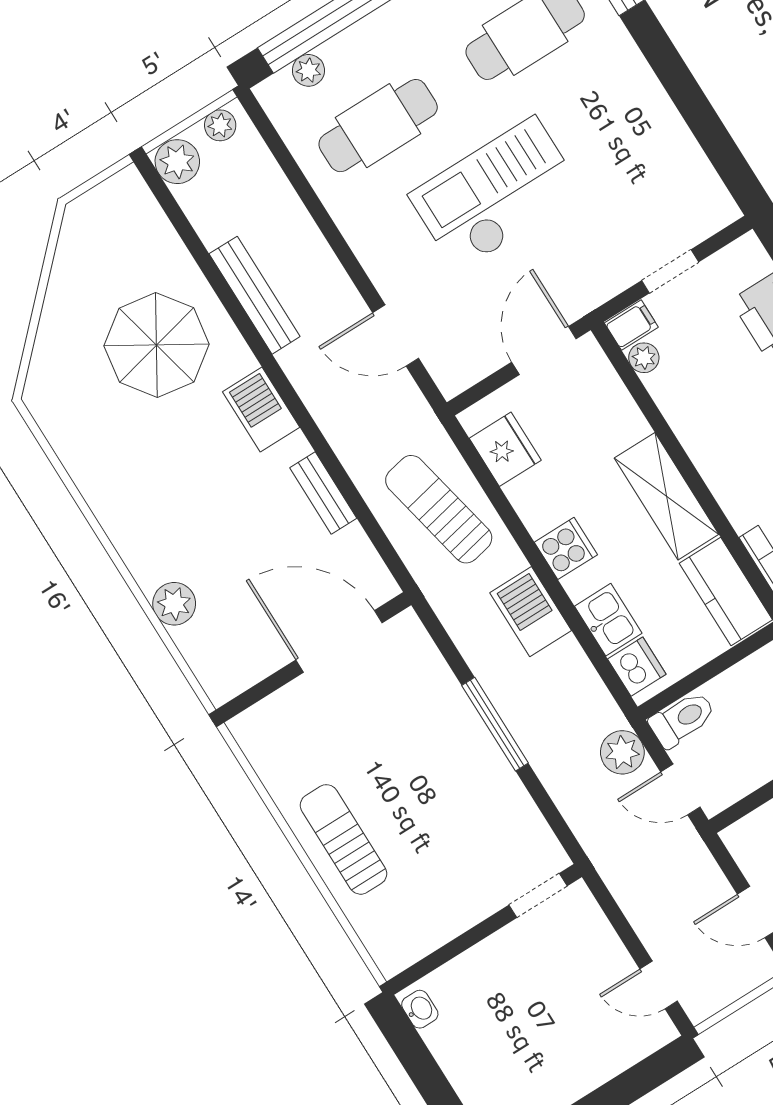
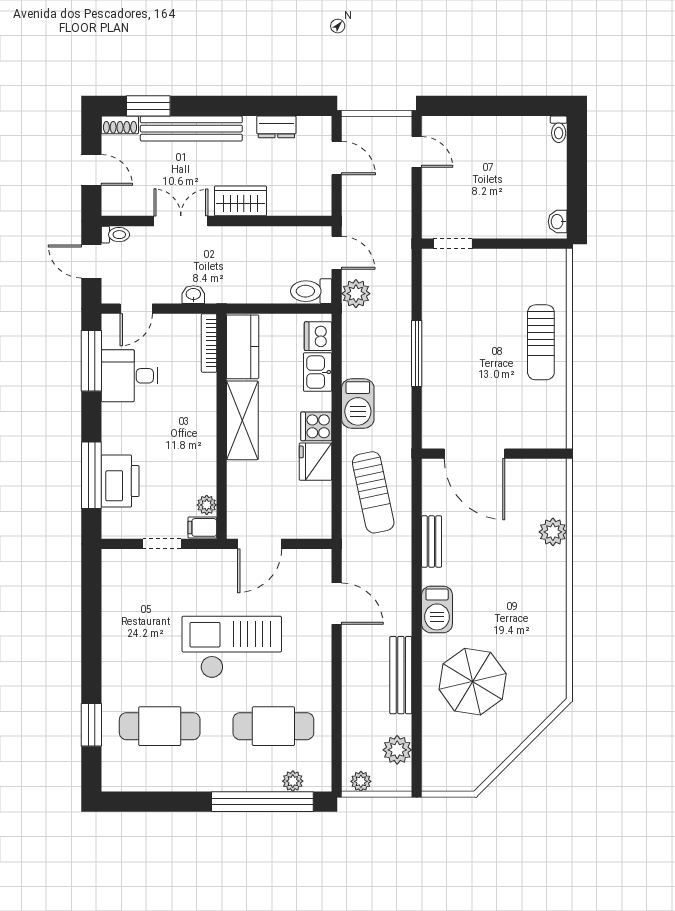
plant: (177, 162) -> (397, 750), moved
checkout: (496, 194) -> (232, 647), turned 180
fridge: (505, 449) -> (315, 462), moved

